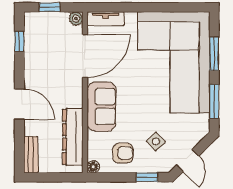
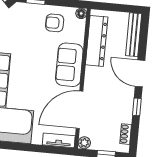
shoe rack: (29, 33) -> (126, 134), added
window: (19, 41) -> (137, 107), moved
side table: (156, 141) -> (25, 30), removed
bench: (31, 155) -> (134, 35), width x1.36

